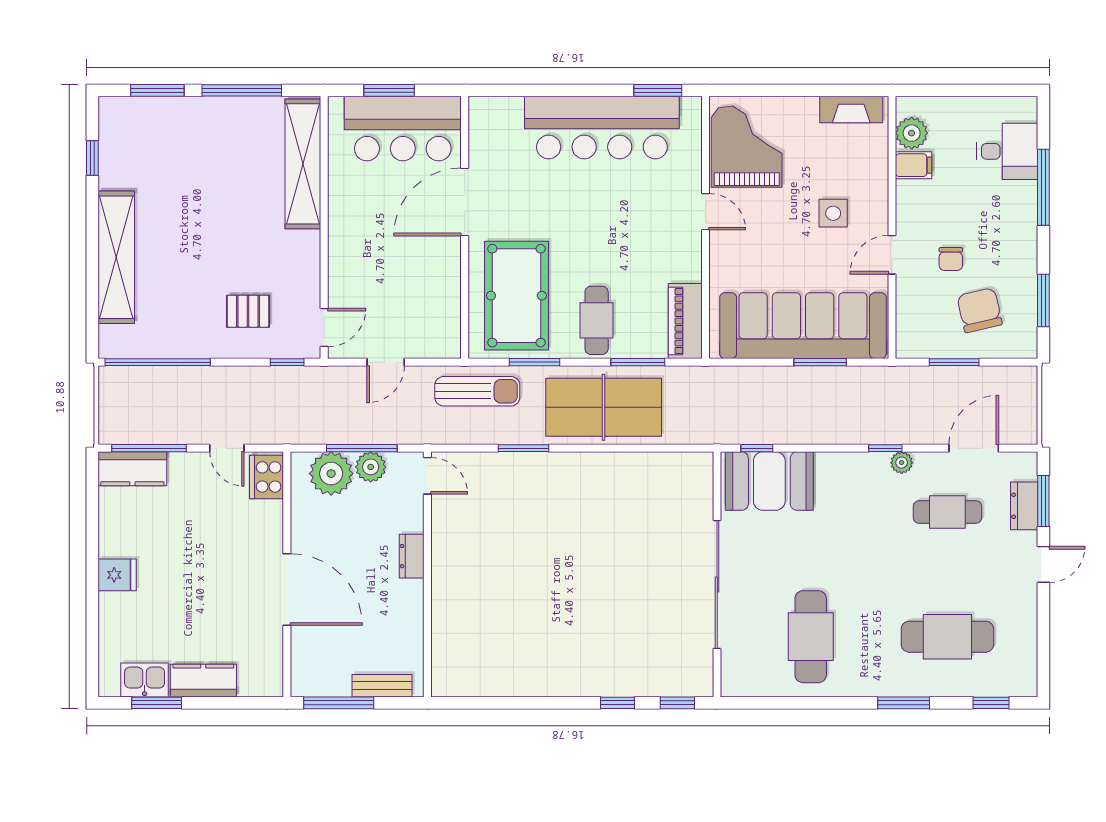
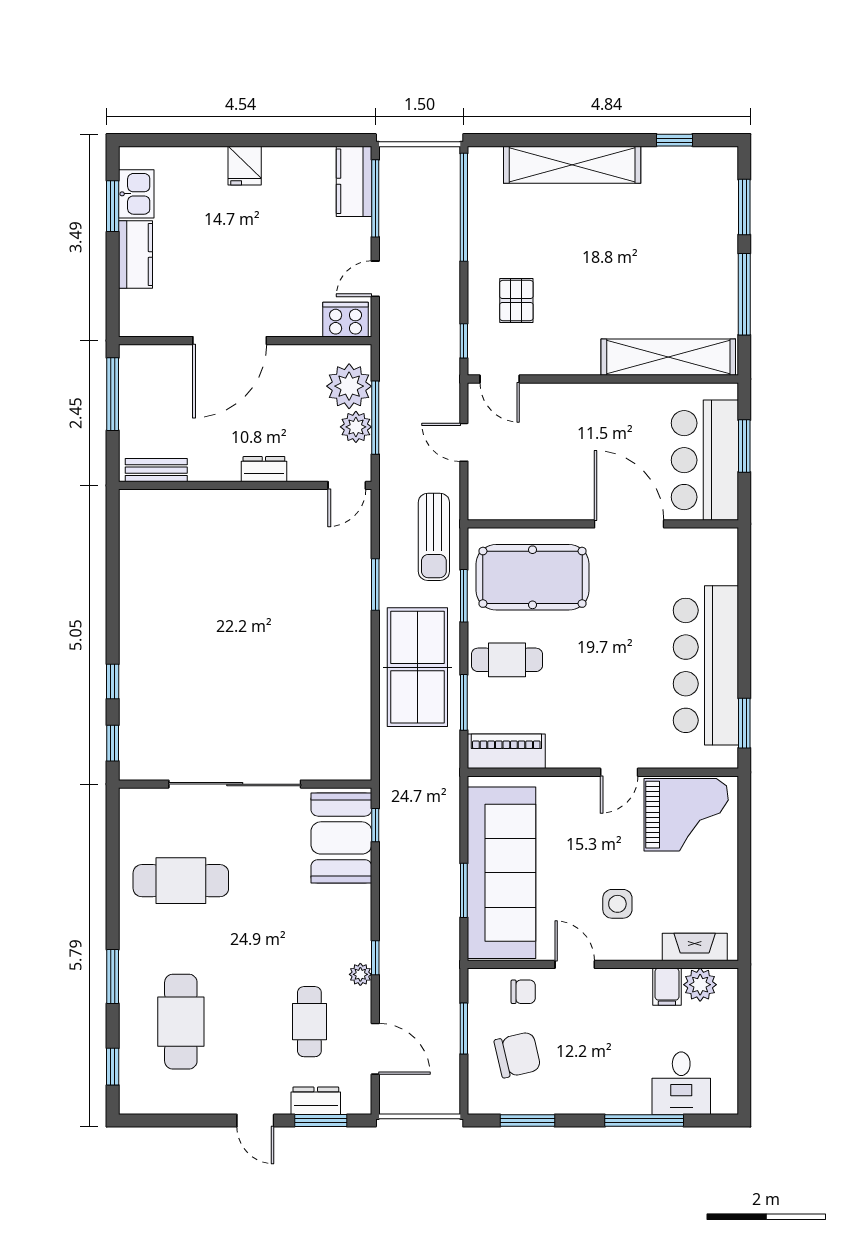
fireplace: (851, 109) -> (695, 947), moved, turned 90
chair: (951, 259) -> (523, 992), moved, turned 180
bench: (382, 686) -> (156, 470), moved, turned 90

